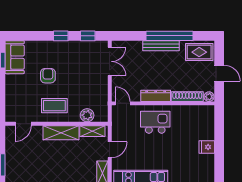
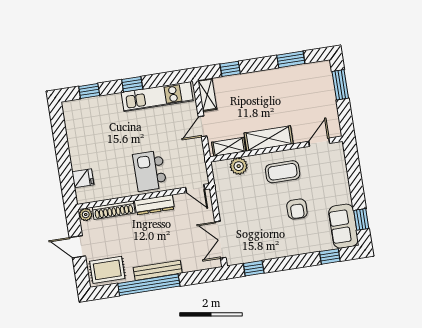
window: (61, 36) -> (330, 256), moved
kitchen island: (155, 122) -> (150, 171), turned 90
fridge: (207, 147) -> (83, 178), moved

